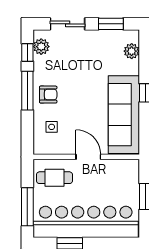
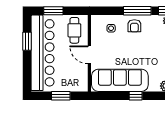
door: (88, 157) -> (89, 55), swing flipped
window: (27, 207) -> (53, 11), width x0.69

